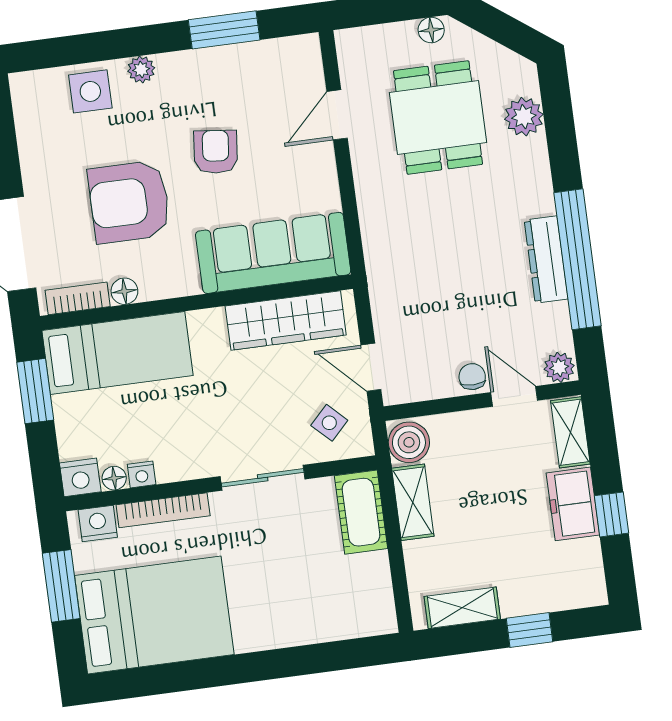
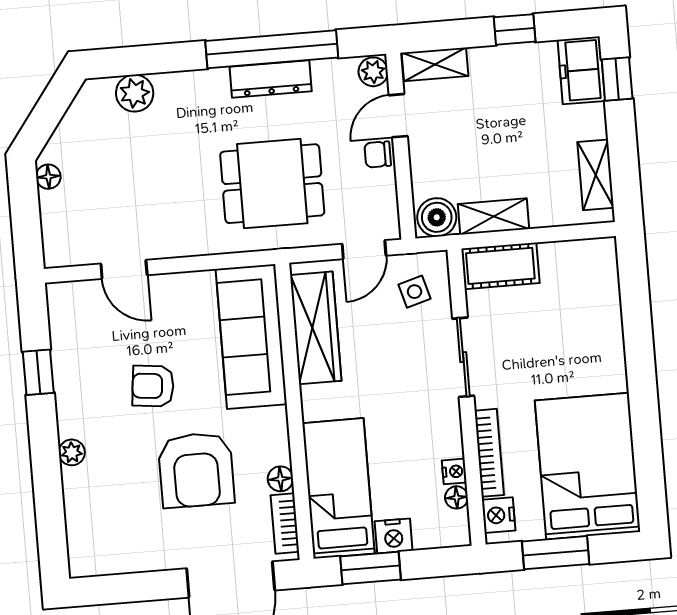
window: (224, 30) -> (38, 372), width x0.67
side table: (90, 91) -> (90, 501), removed
dining table: (438, 118) -> (272, 184), moved
side table: (329, 423) -> (415, 292), turned 30
nightstand: (80, 477) -> (394, 536), moved, turned 90
freezer: (573, 504) -> (581, 70), moved, turned 90
window: (529, 630) -> (617, 79), moved

